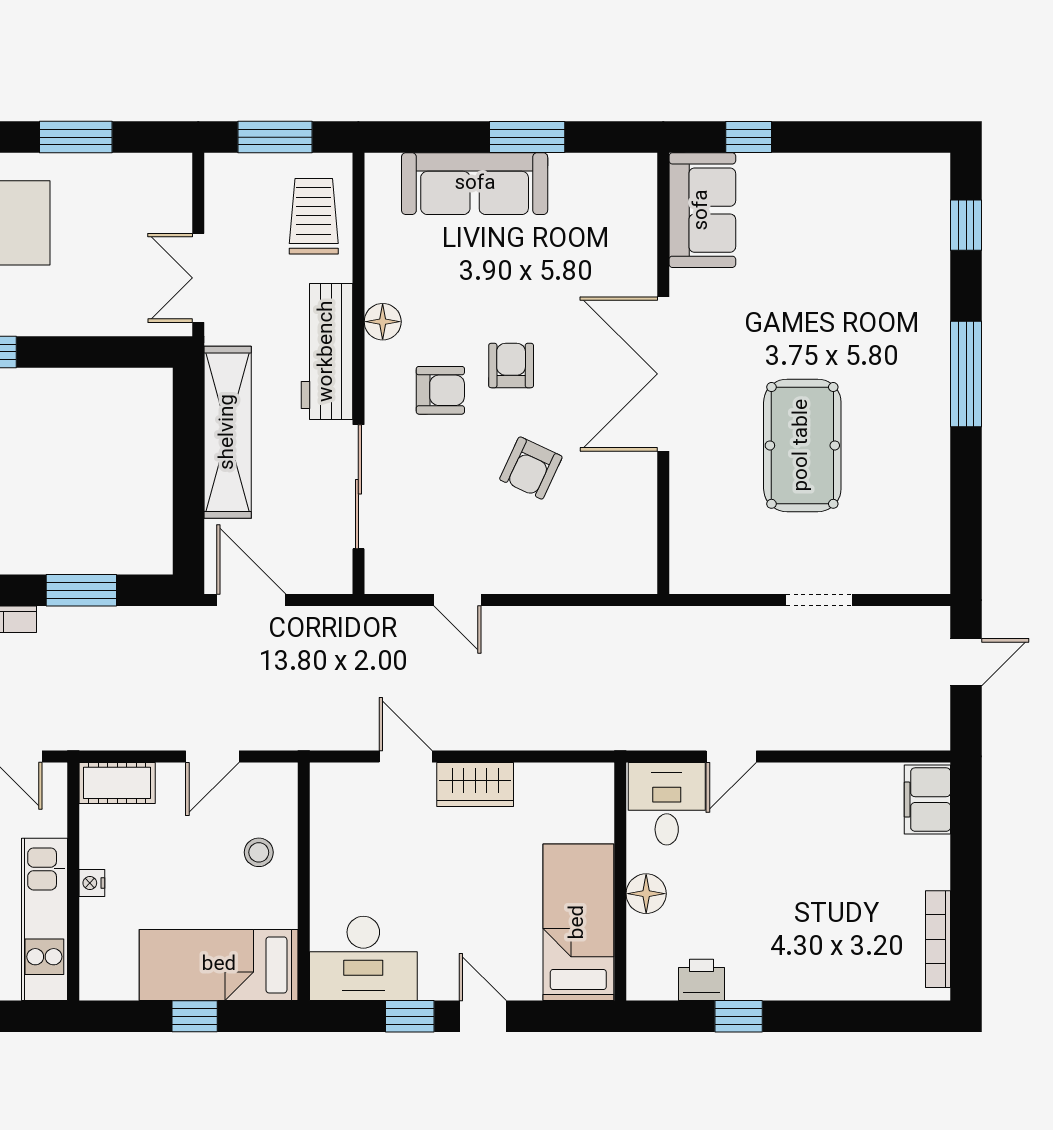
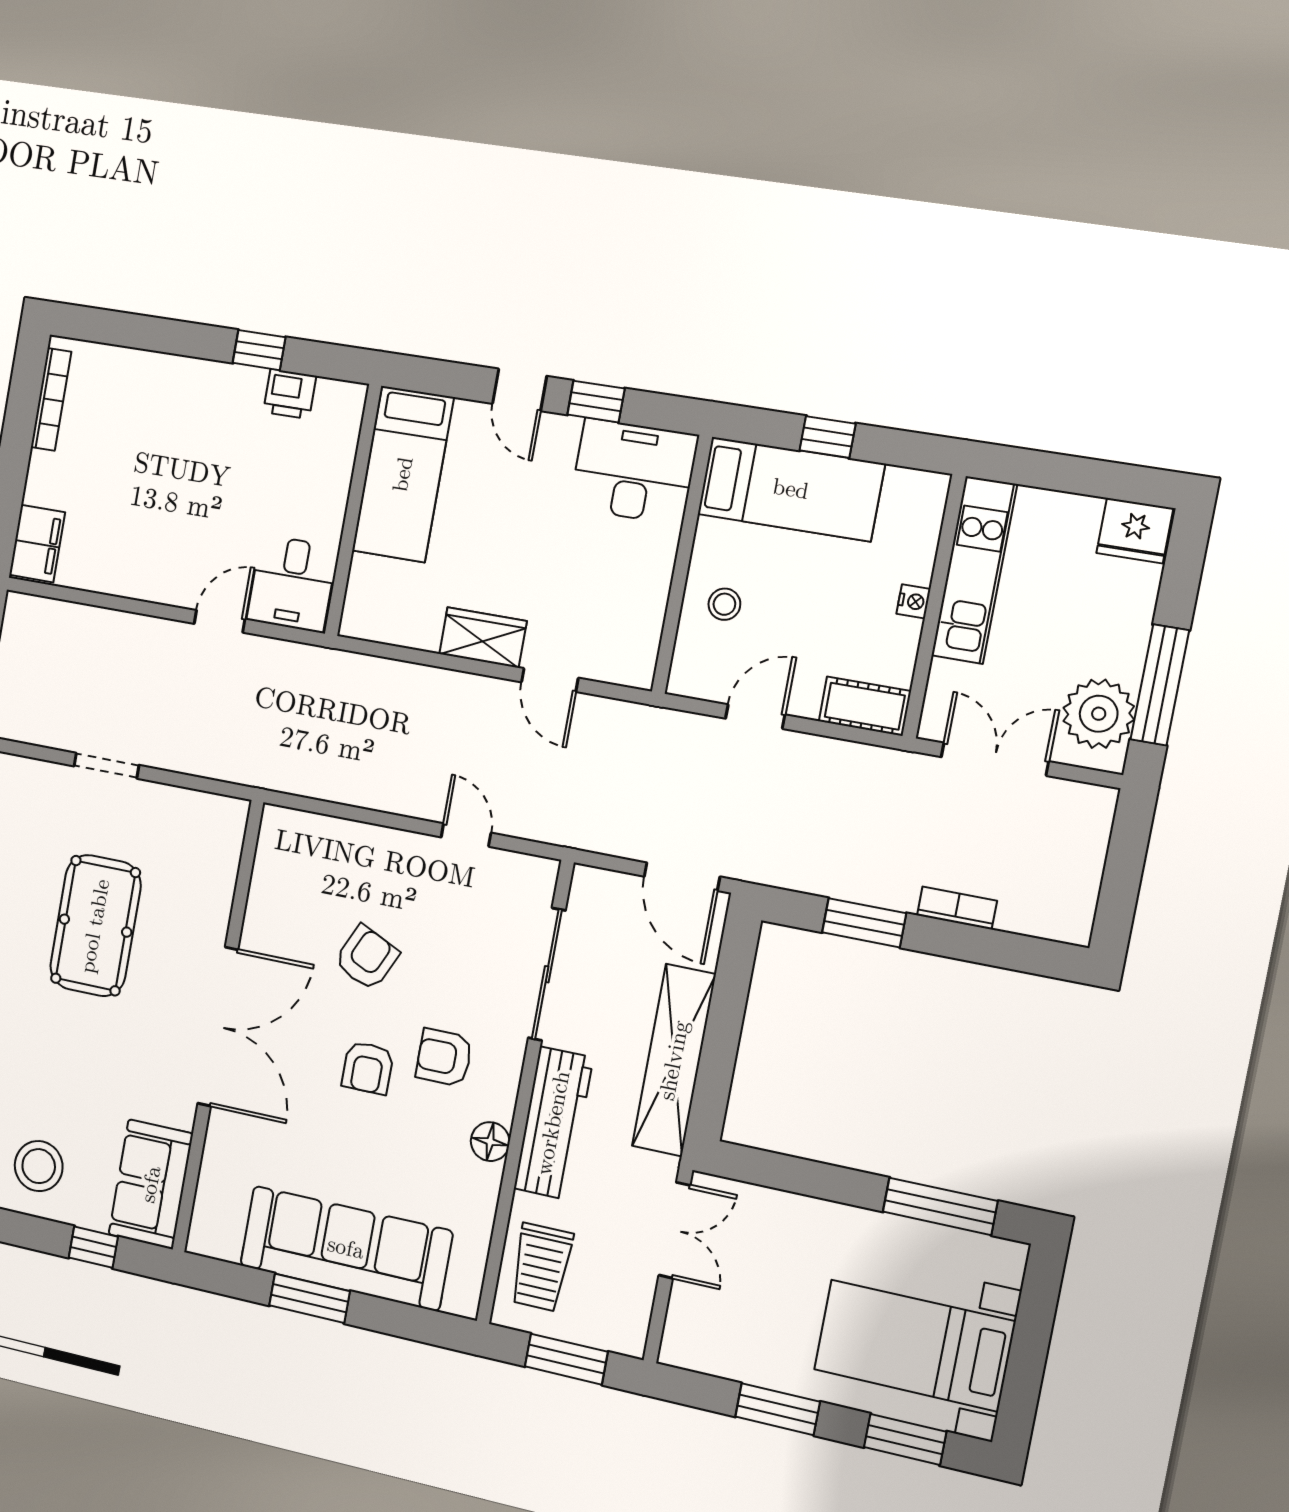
sofa: (475, 184) -> (346, 1248), width x1.36, depth x1.27
stool: (818, 203) -> (39, 1166), added
floor lamp: (646, 894) -> (329, 493), removed

